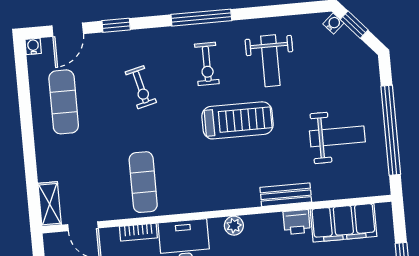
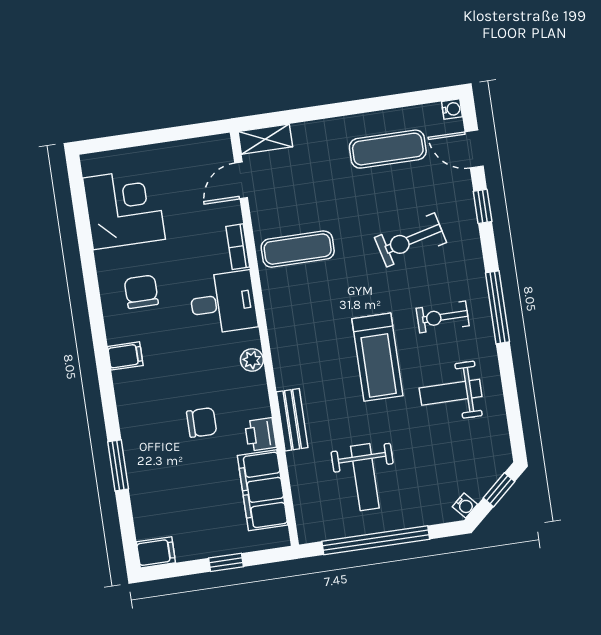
water cooler: (333, 23) -> (465, 506), moved
exercise bike: (141, 87) -> (411, 240), width x1.38, depth x1.39

